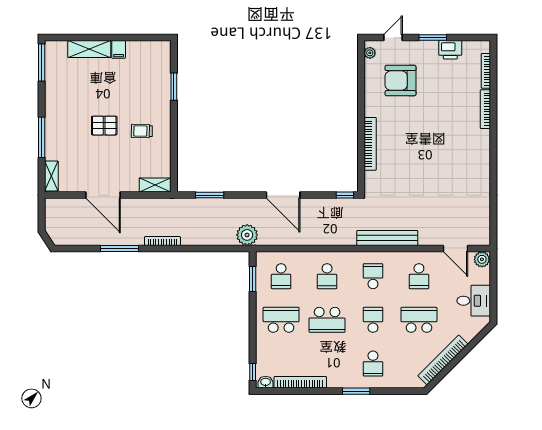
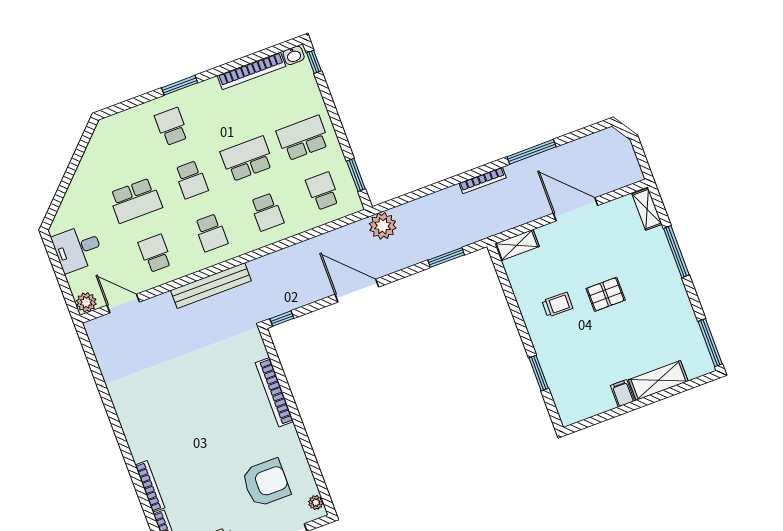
school desk: (327, 276) -> (267, 212), turned 180
school desk: (281, 320) -> (303, 138), turned 180
bookcase: (443, 360) -> (88, 163), removed

